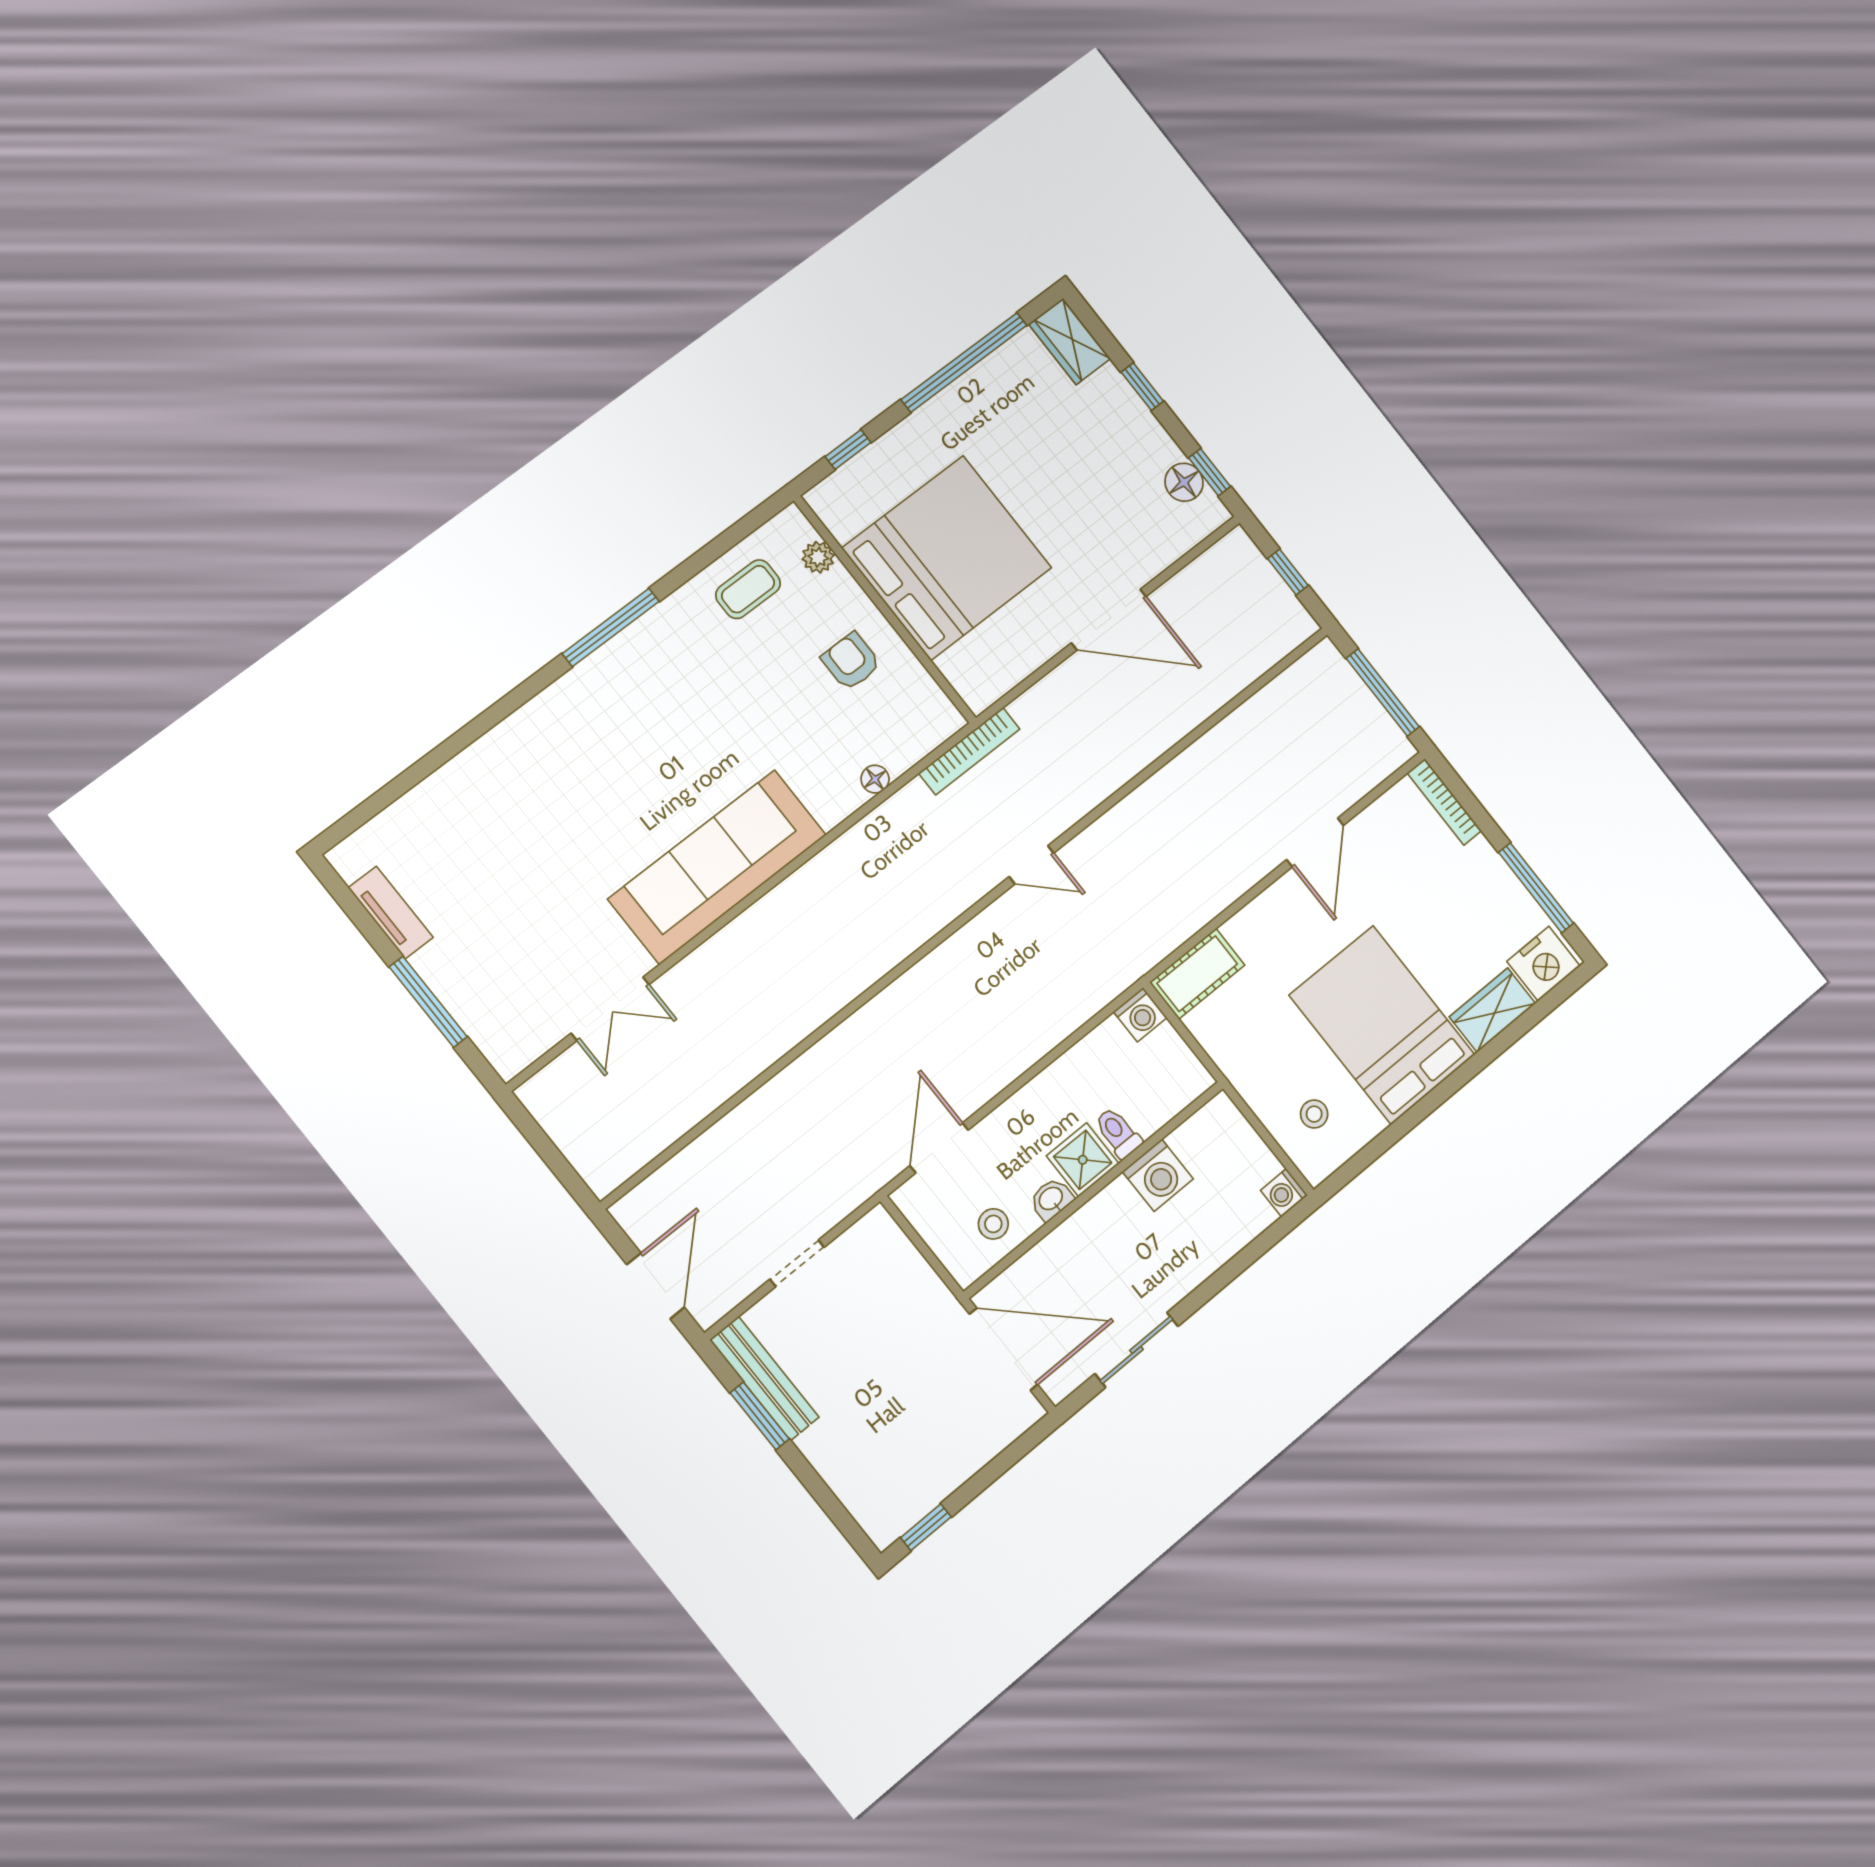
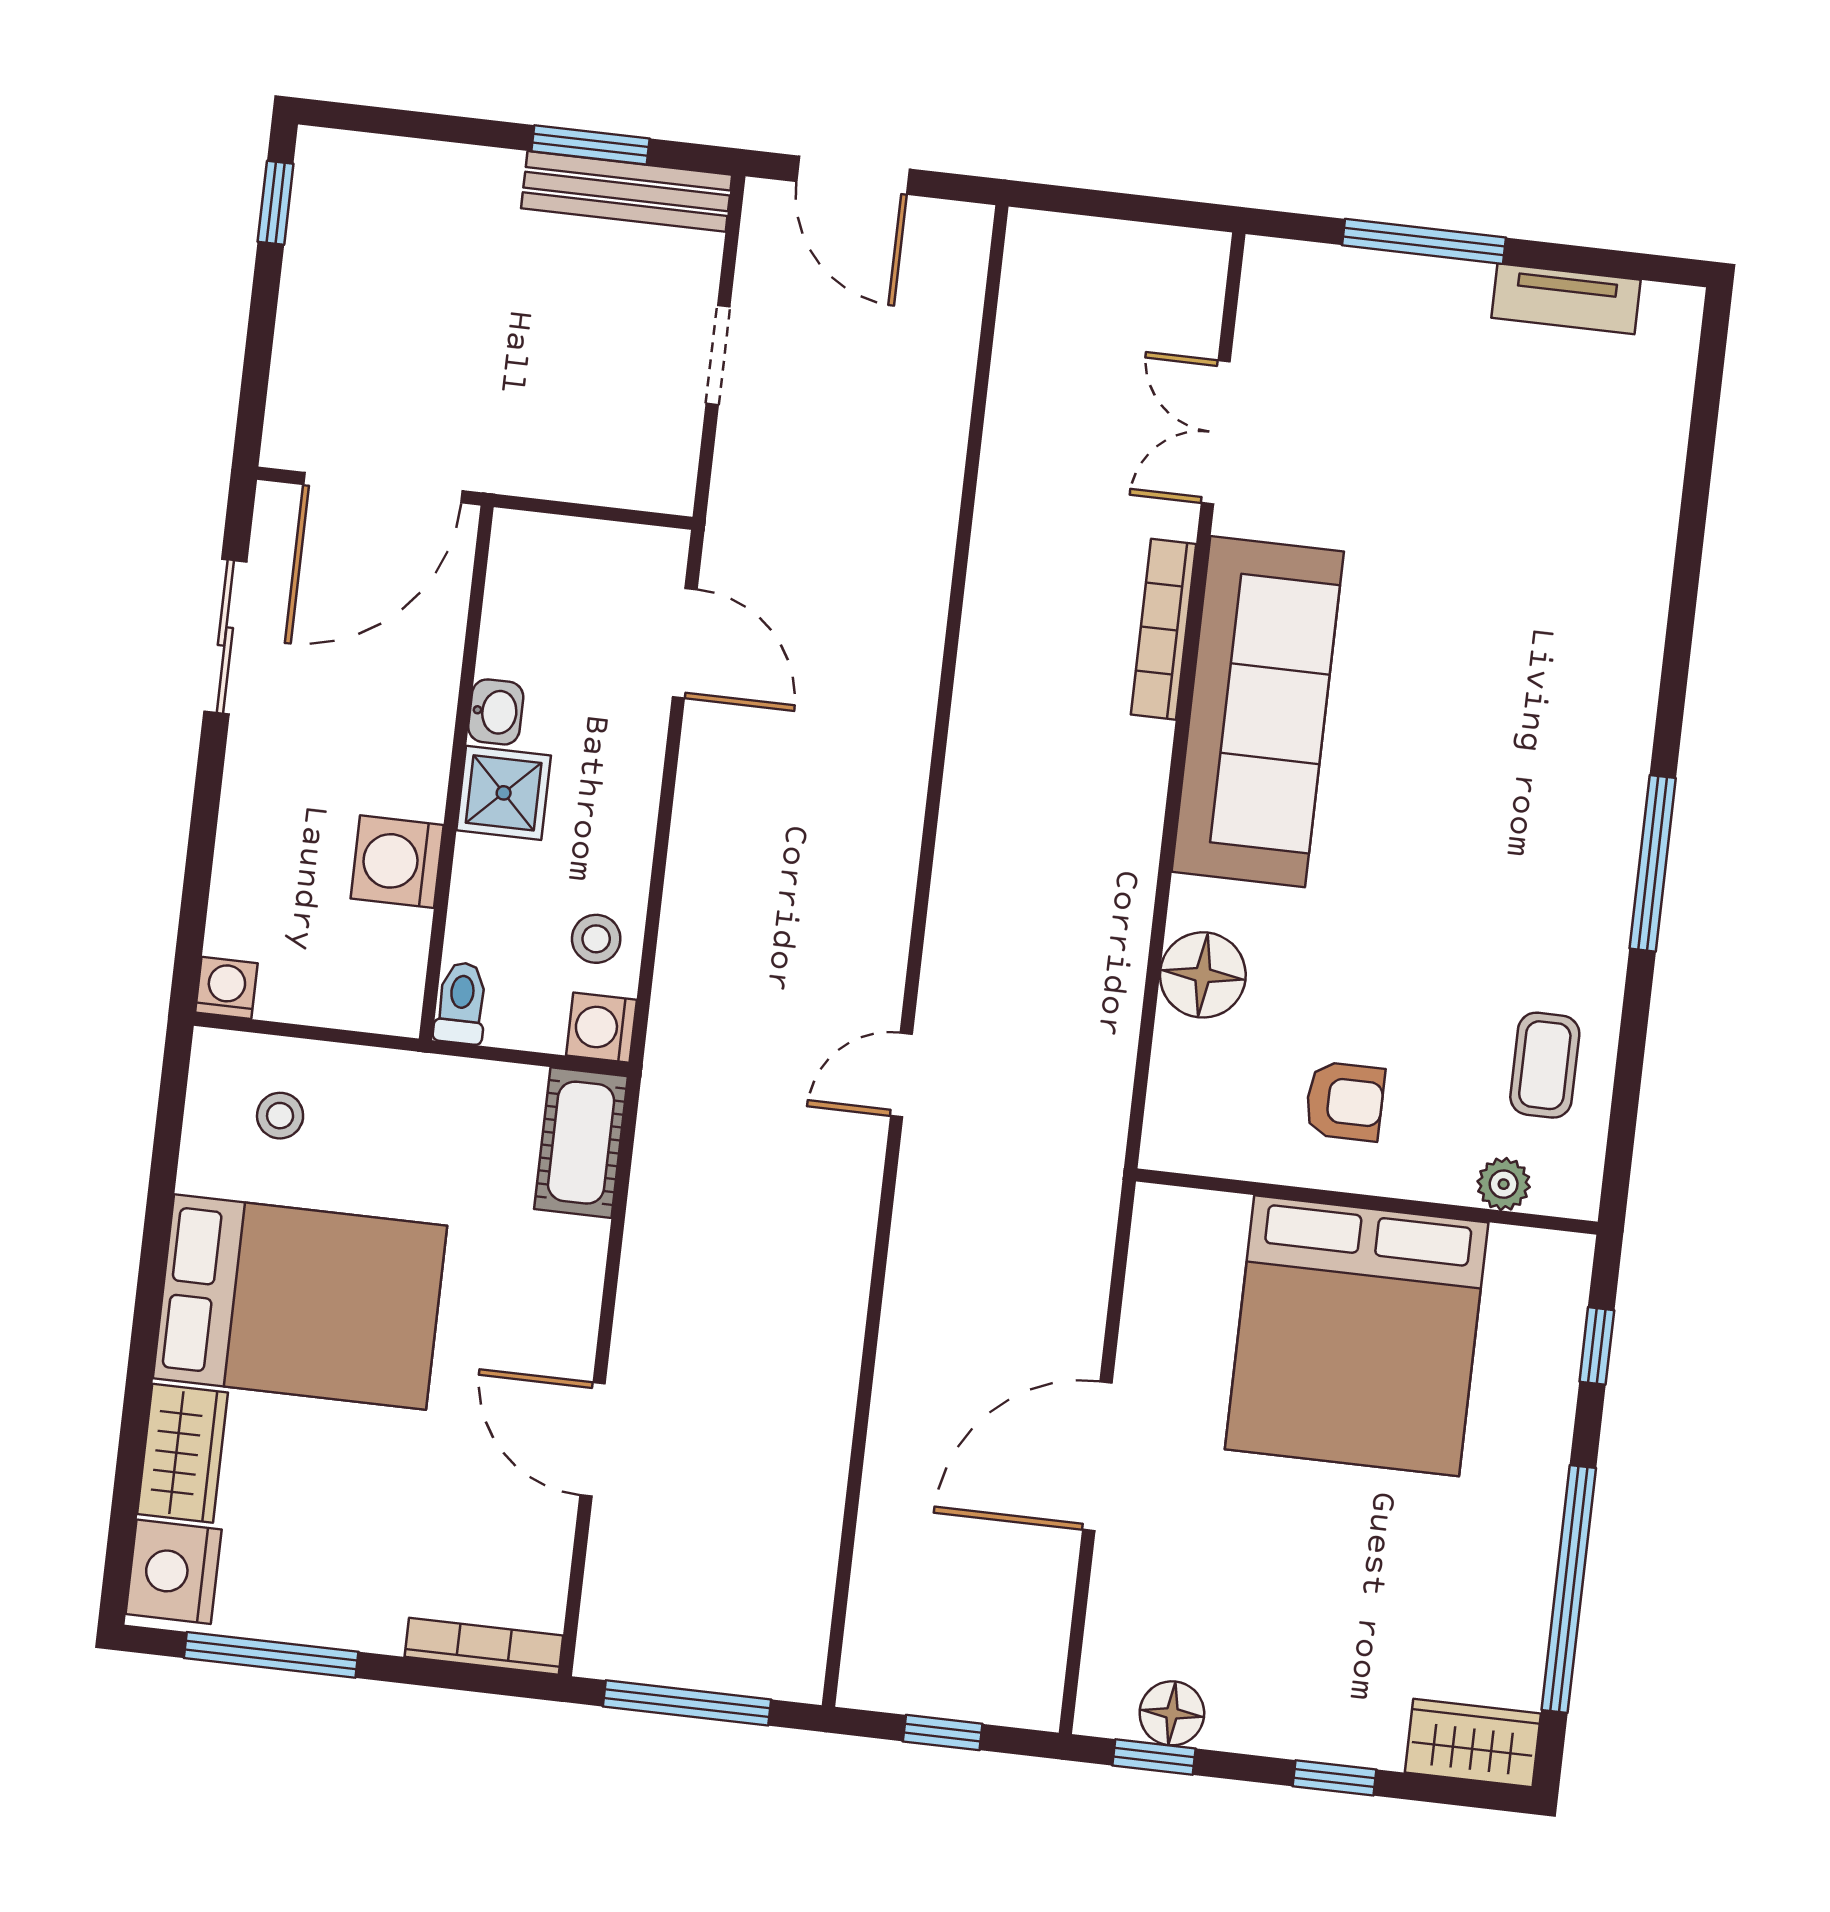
bookcase: (969, 751) -> (1164, 629), moved
floor lamp: (875, 779) -> (1203, 975), width x1.89, depth x1.89
toilet: (1118, 1133) -> (461, 1003), moved, turned -90
stool: (993, 1224) -> (596, 939), moved

